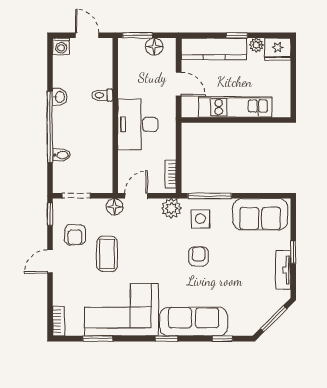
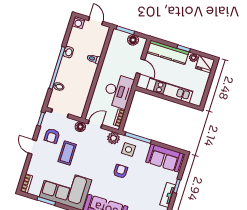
desk: (138, 124) -> (118, 91), moved, turned 180
door: (50, 261) -> (32, 147), hinge flipped

